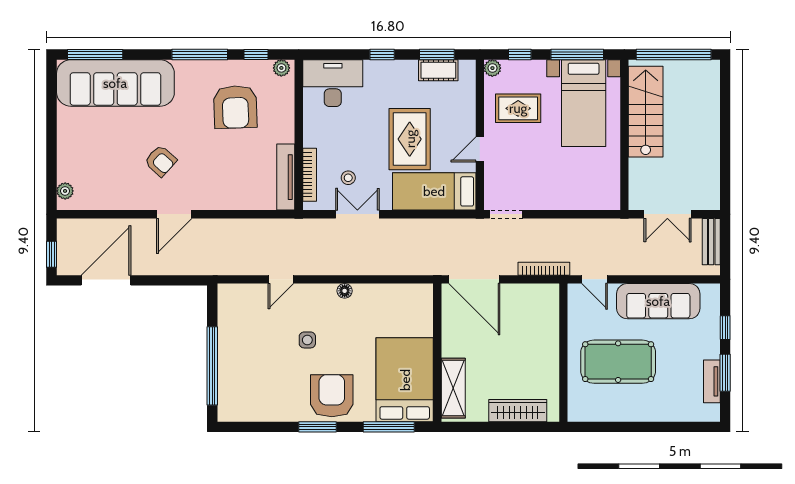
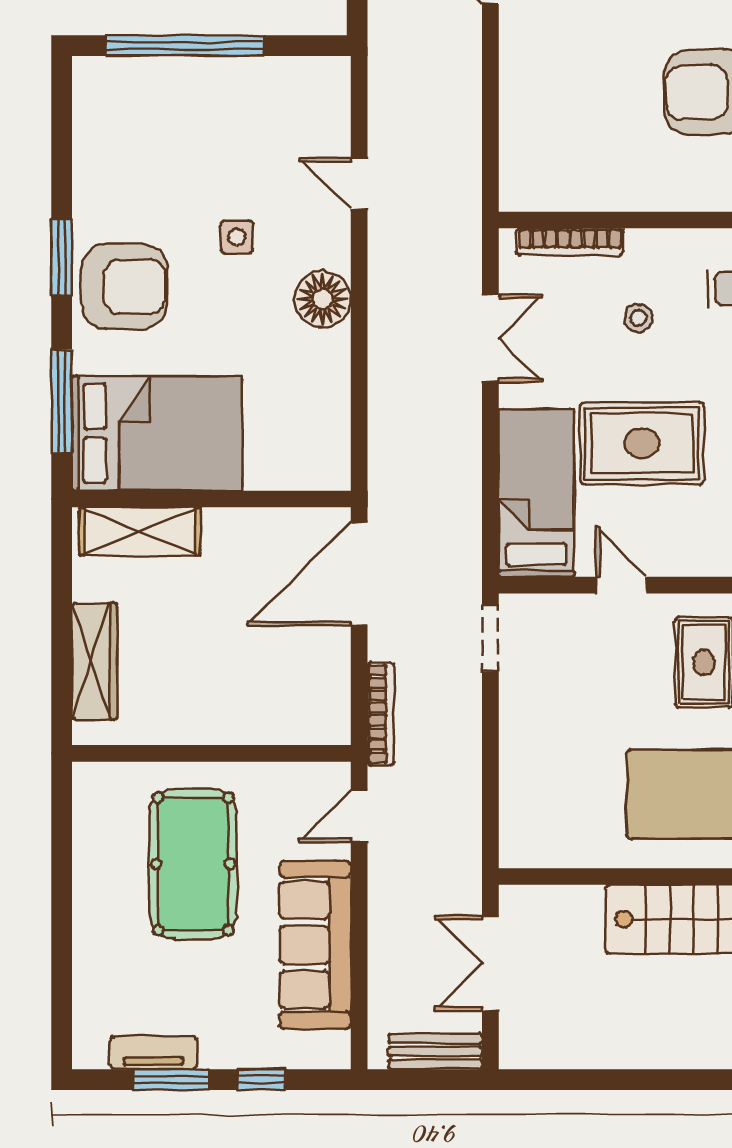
tv unit: (286, 177) -> (565, 194), removed
stool: (348, 178) -> (638, 318), moved
floor lamp: (345, 291) -> (323, 299), width x1.89, depth x1.89

